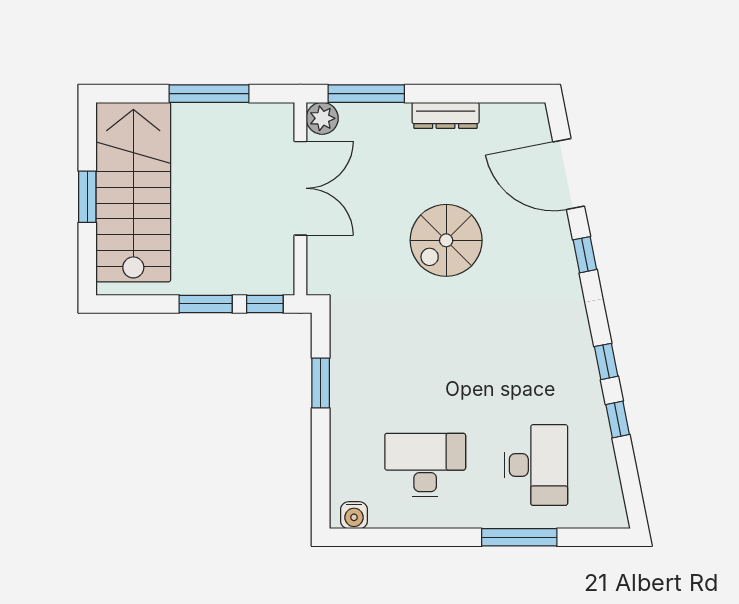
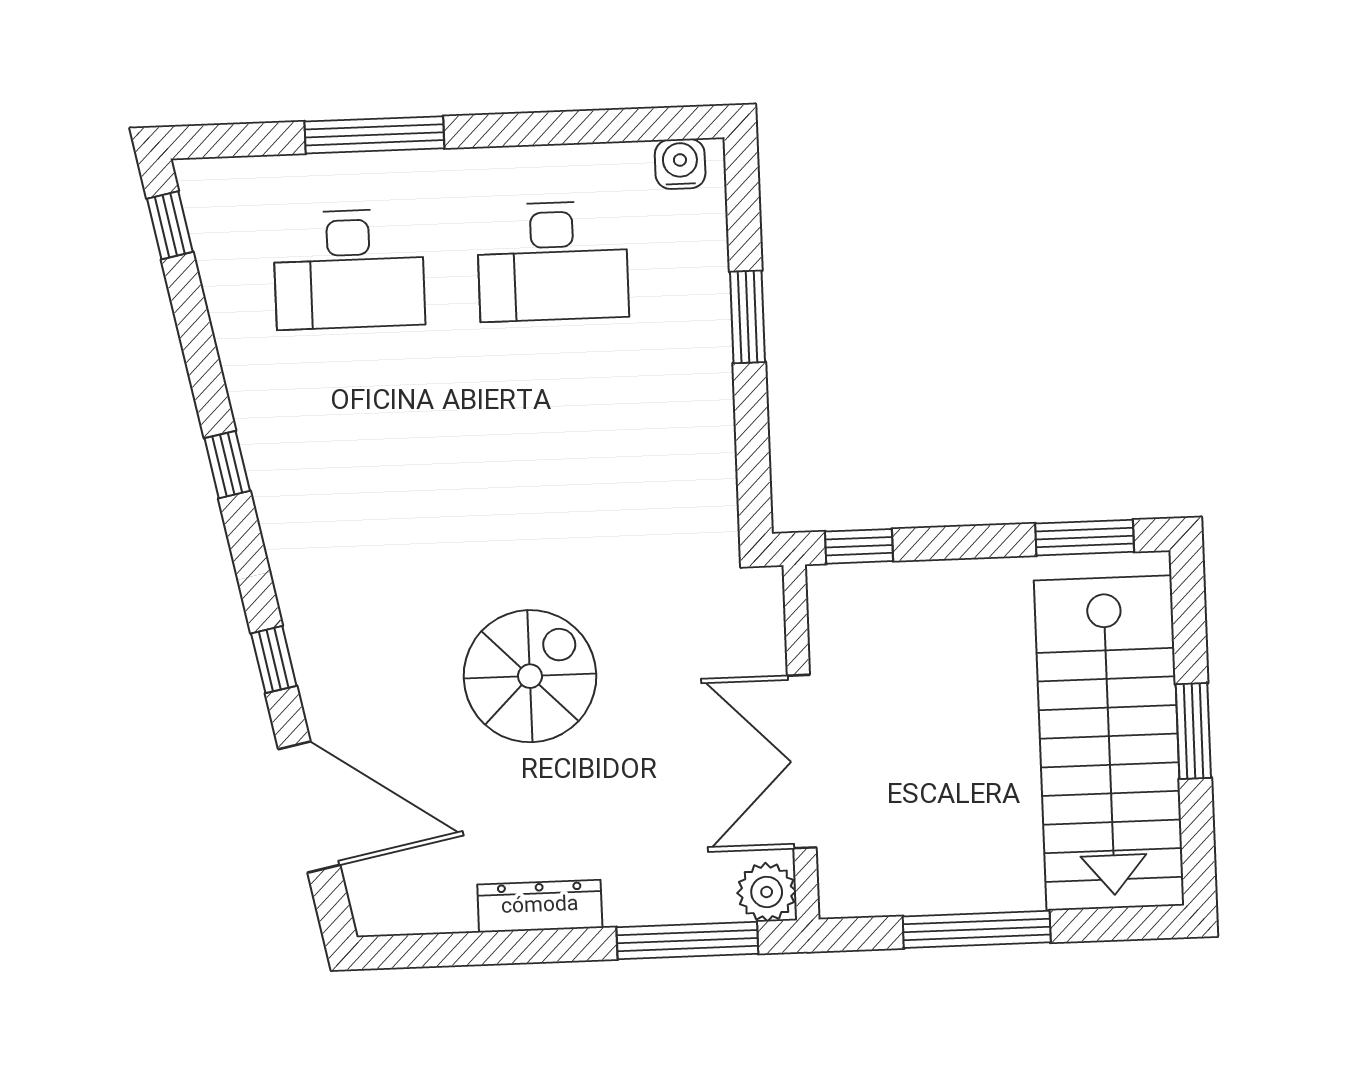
window: (206, 304) -> (1085, 538), moved
window: (321, 383) -> (747, 317), moved
window: (618, 420) -> (170, 225), moved
desk: (536, 465) -> (349, 269), turned -90

